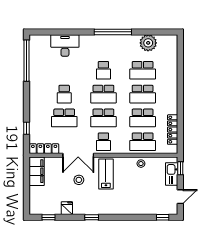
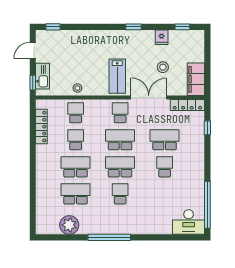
desk: (65, 46) -> (189, 222), moved
school desk: (143, 118) -> (76, 140), width x0.54
school desk: (143, 142) -> (76, 113), width x0.54
stool: (79, 180) -> (163, 67), moved

